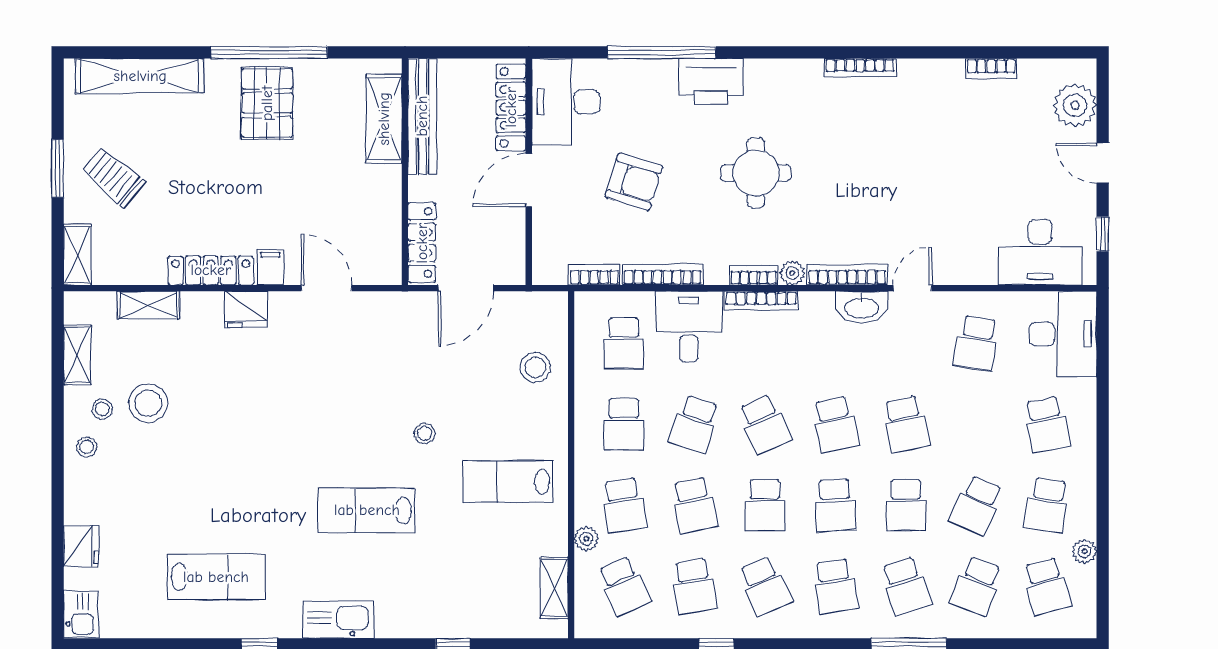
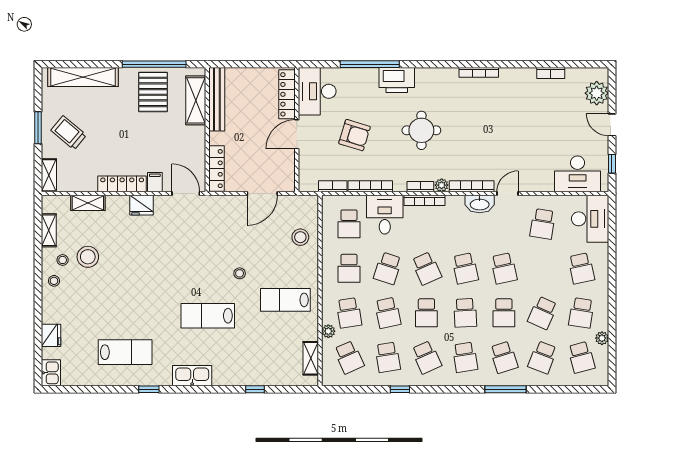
bench: (422, 116) -> (217, 99), moved
shelving: (384, 119) -> (196, 100), moved
wall: (405, 172) -> (207, 130), moved
locker: (422, 243) -> (216, 169), moved

